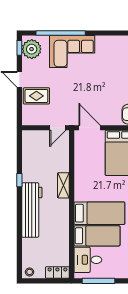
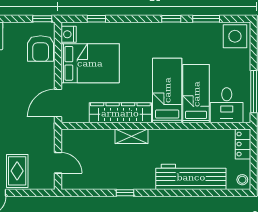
door: (58, 128) -> (58, 163), moved
wardrobe: (82, 177) -> (120, 113), added
workbench: (32, 210) -> (191, 177), moved

